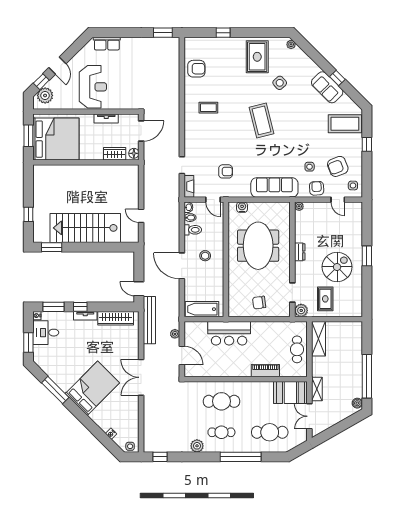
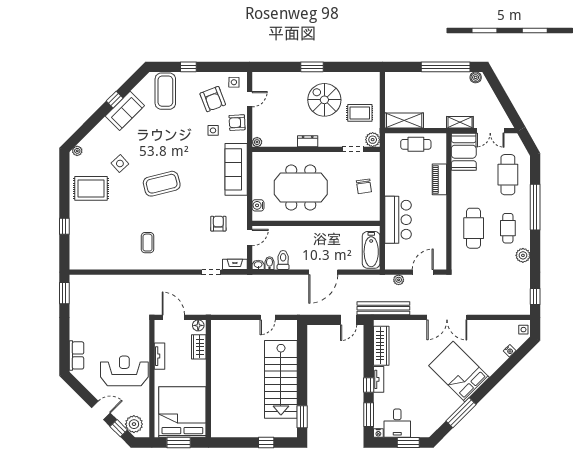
armchair: (196, 69) -> (104, 256), removed
stool: (205, 256) -> (312, 246), removed

